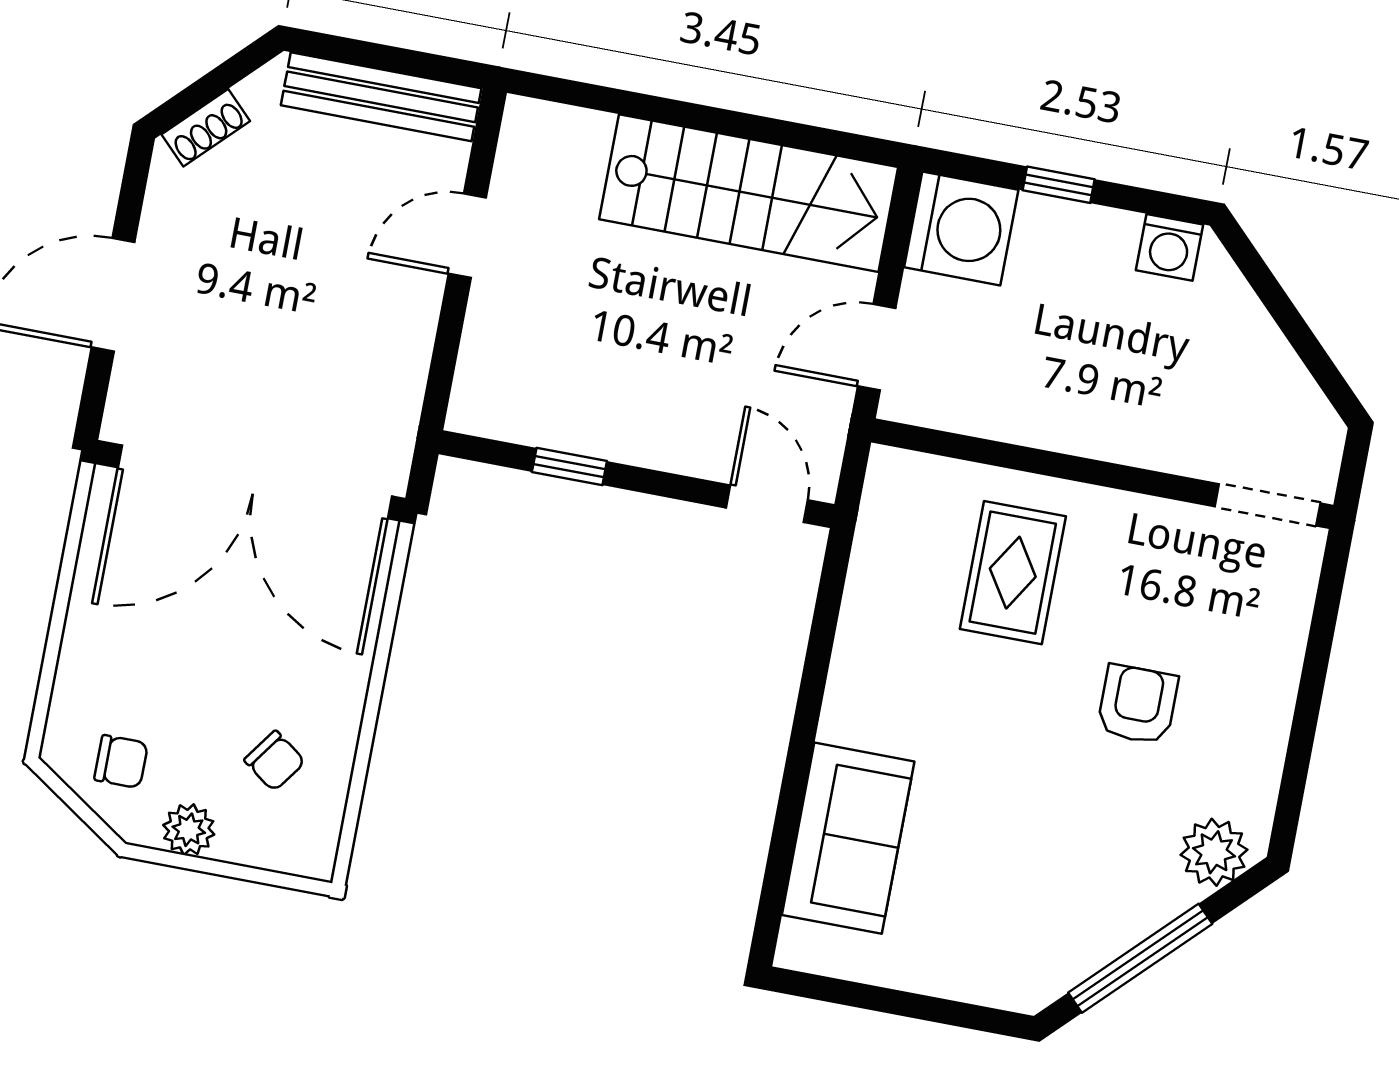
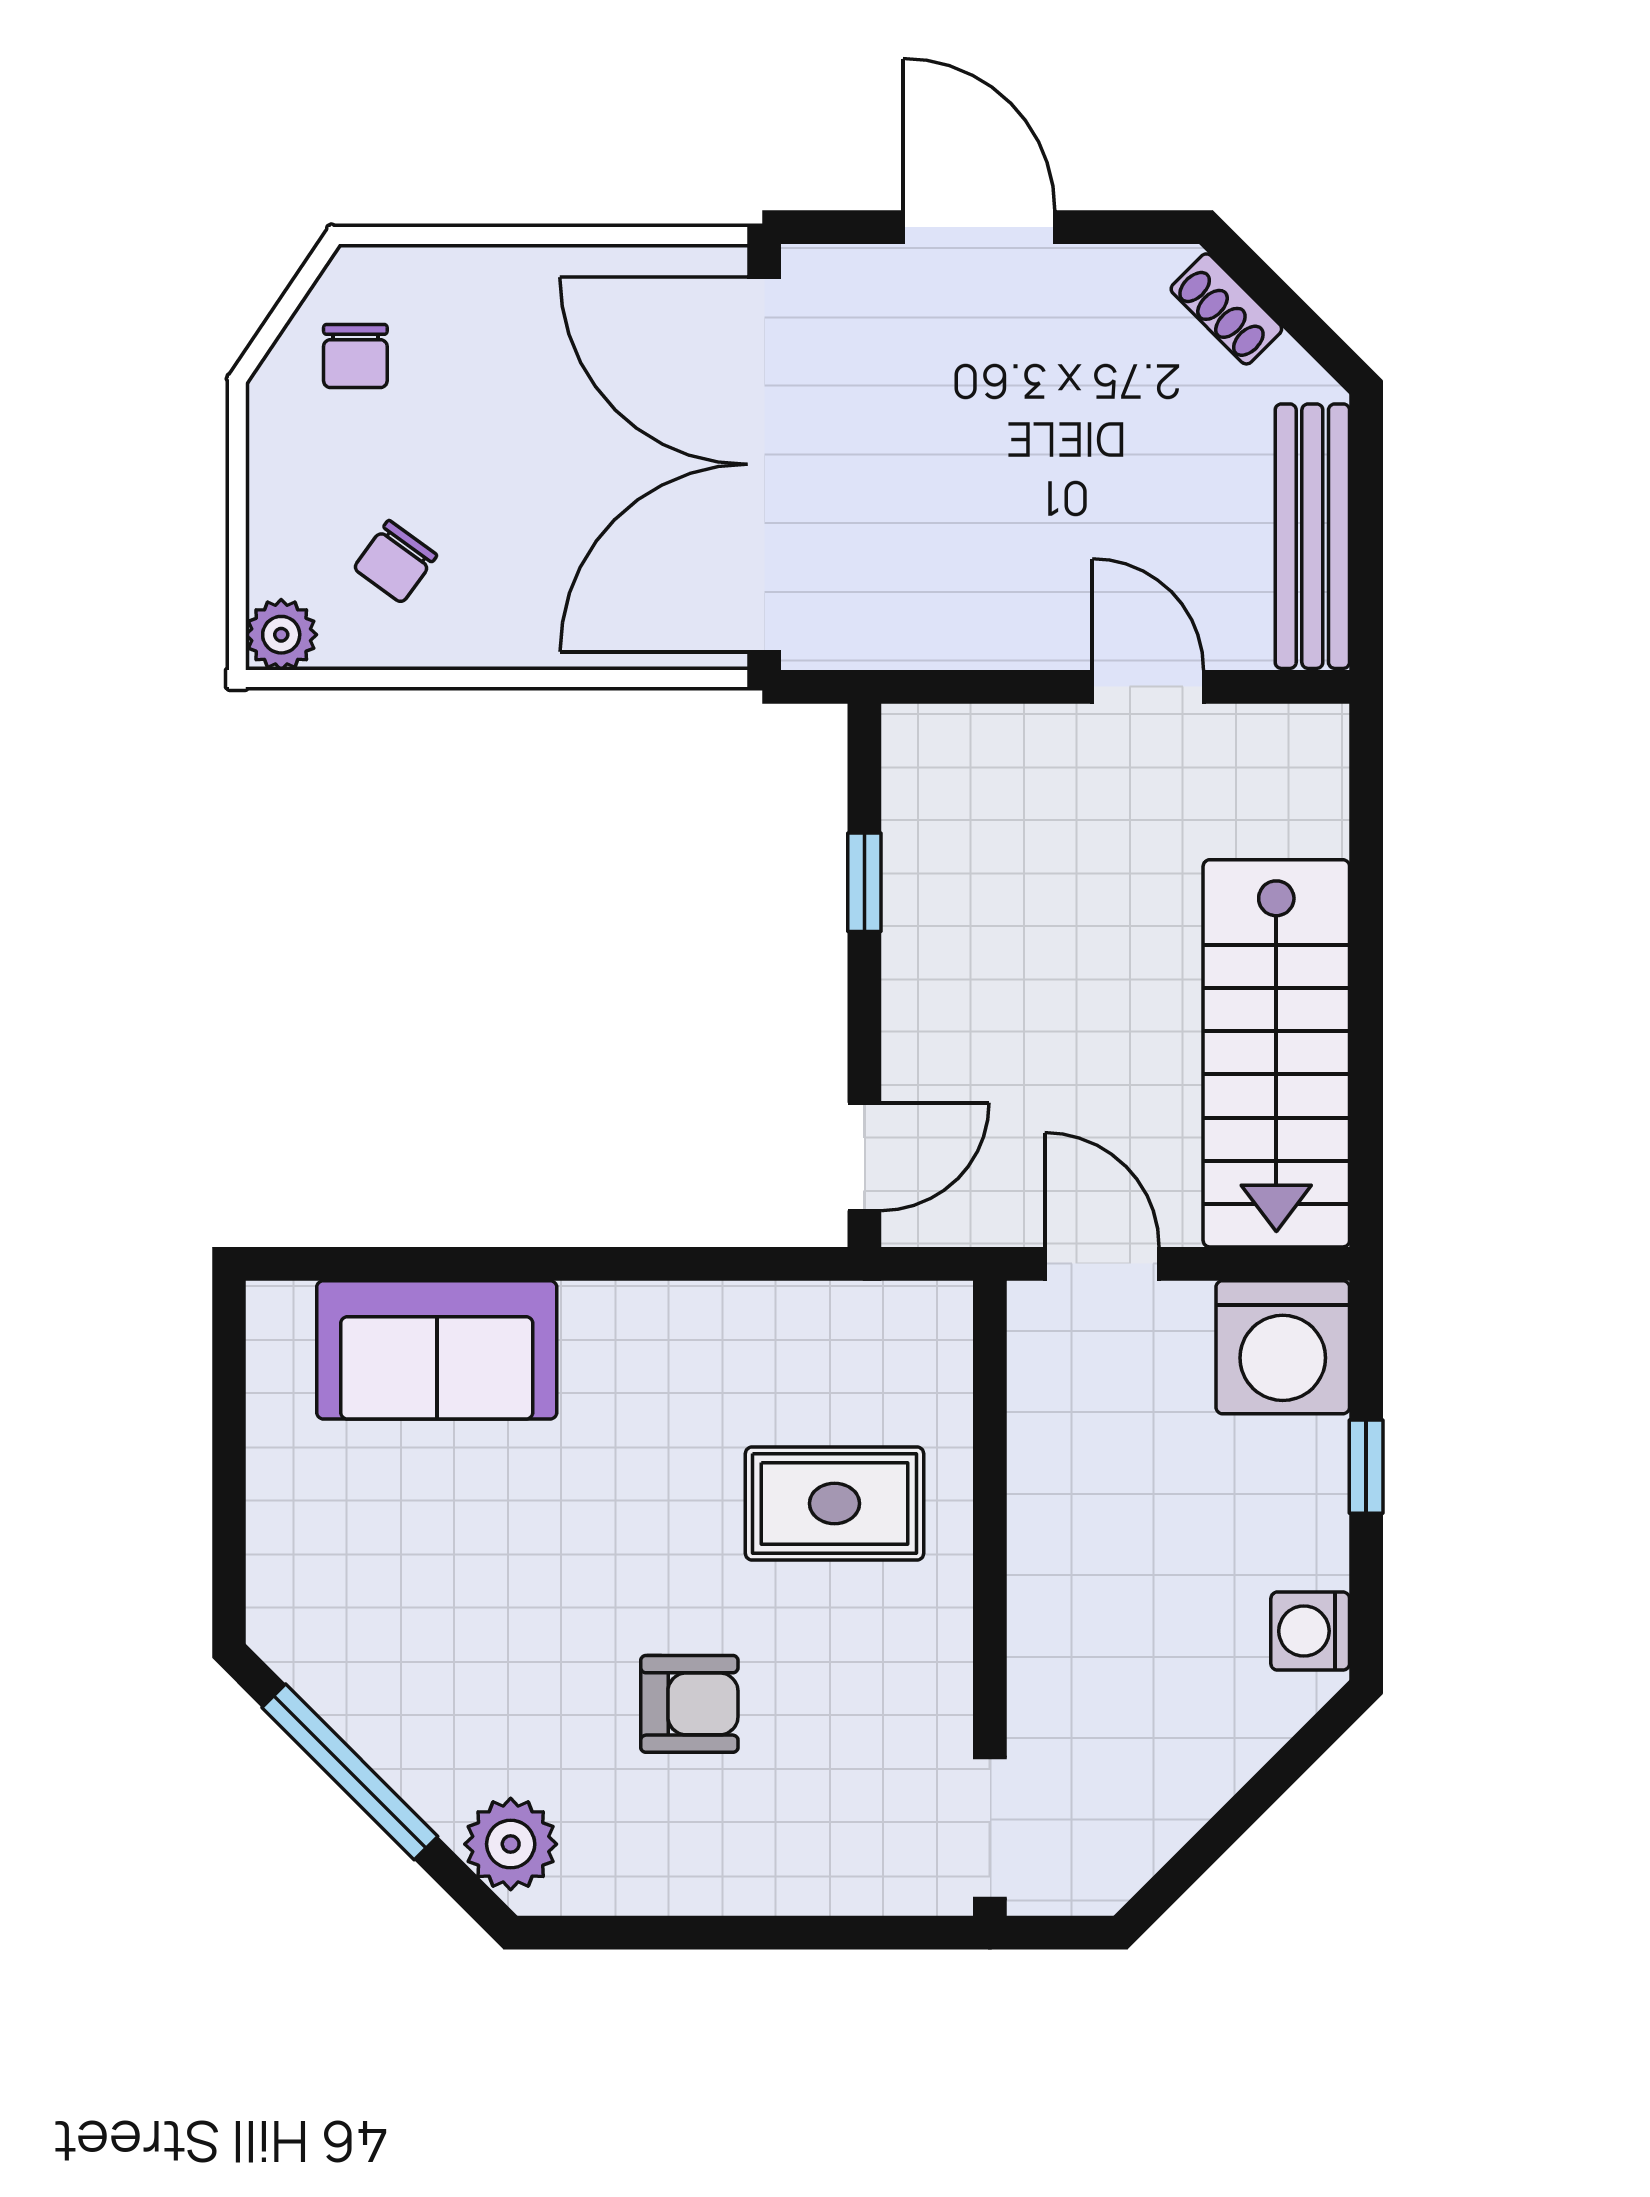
plant: (189, 830) -> (281, 635), moved

